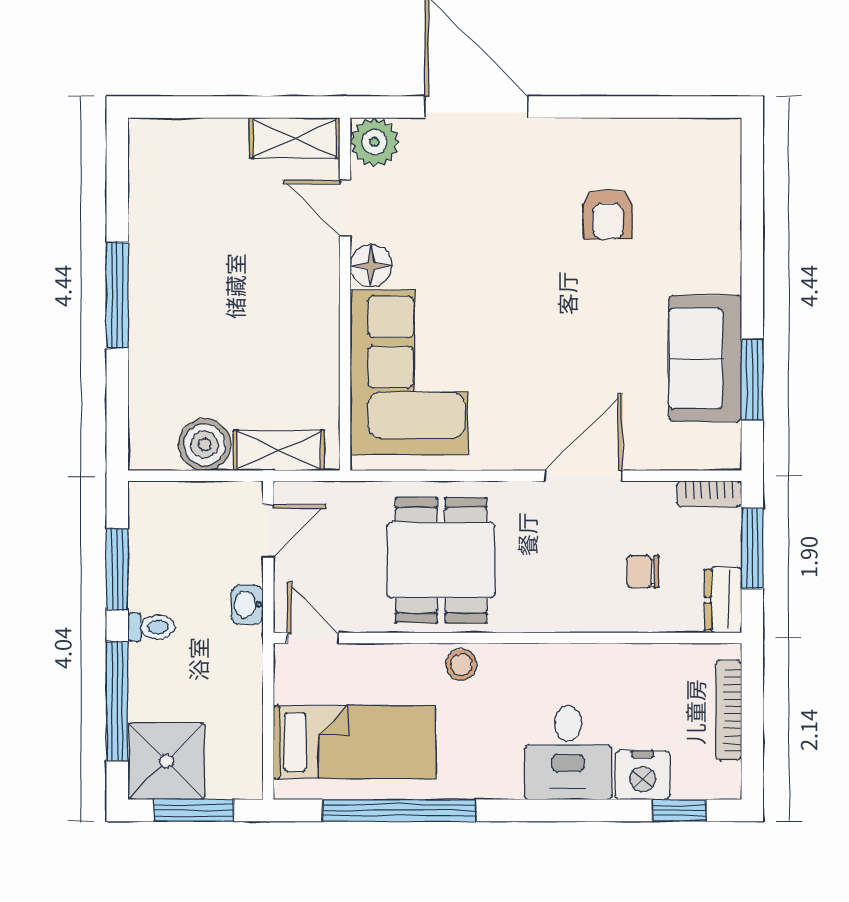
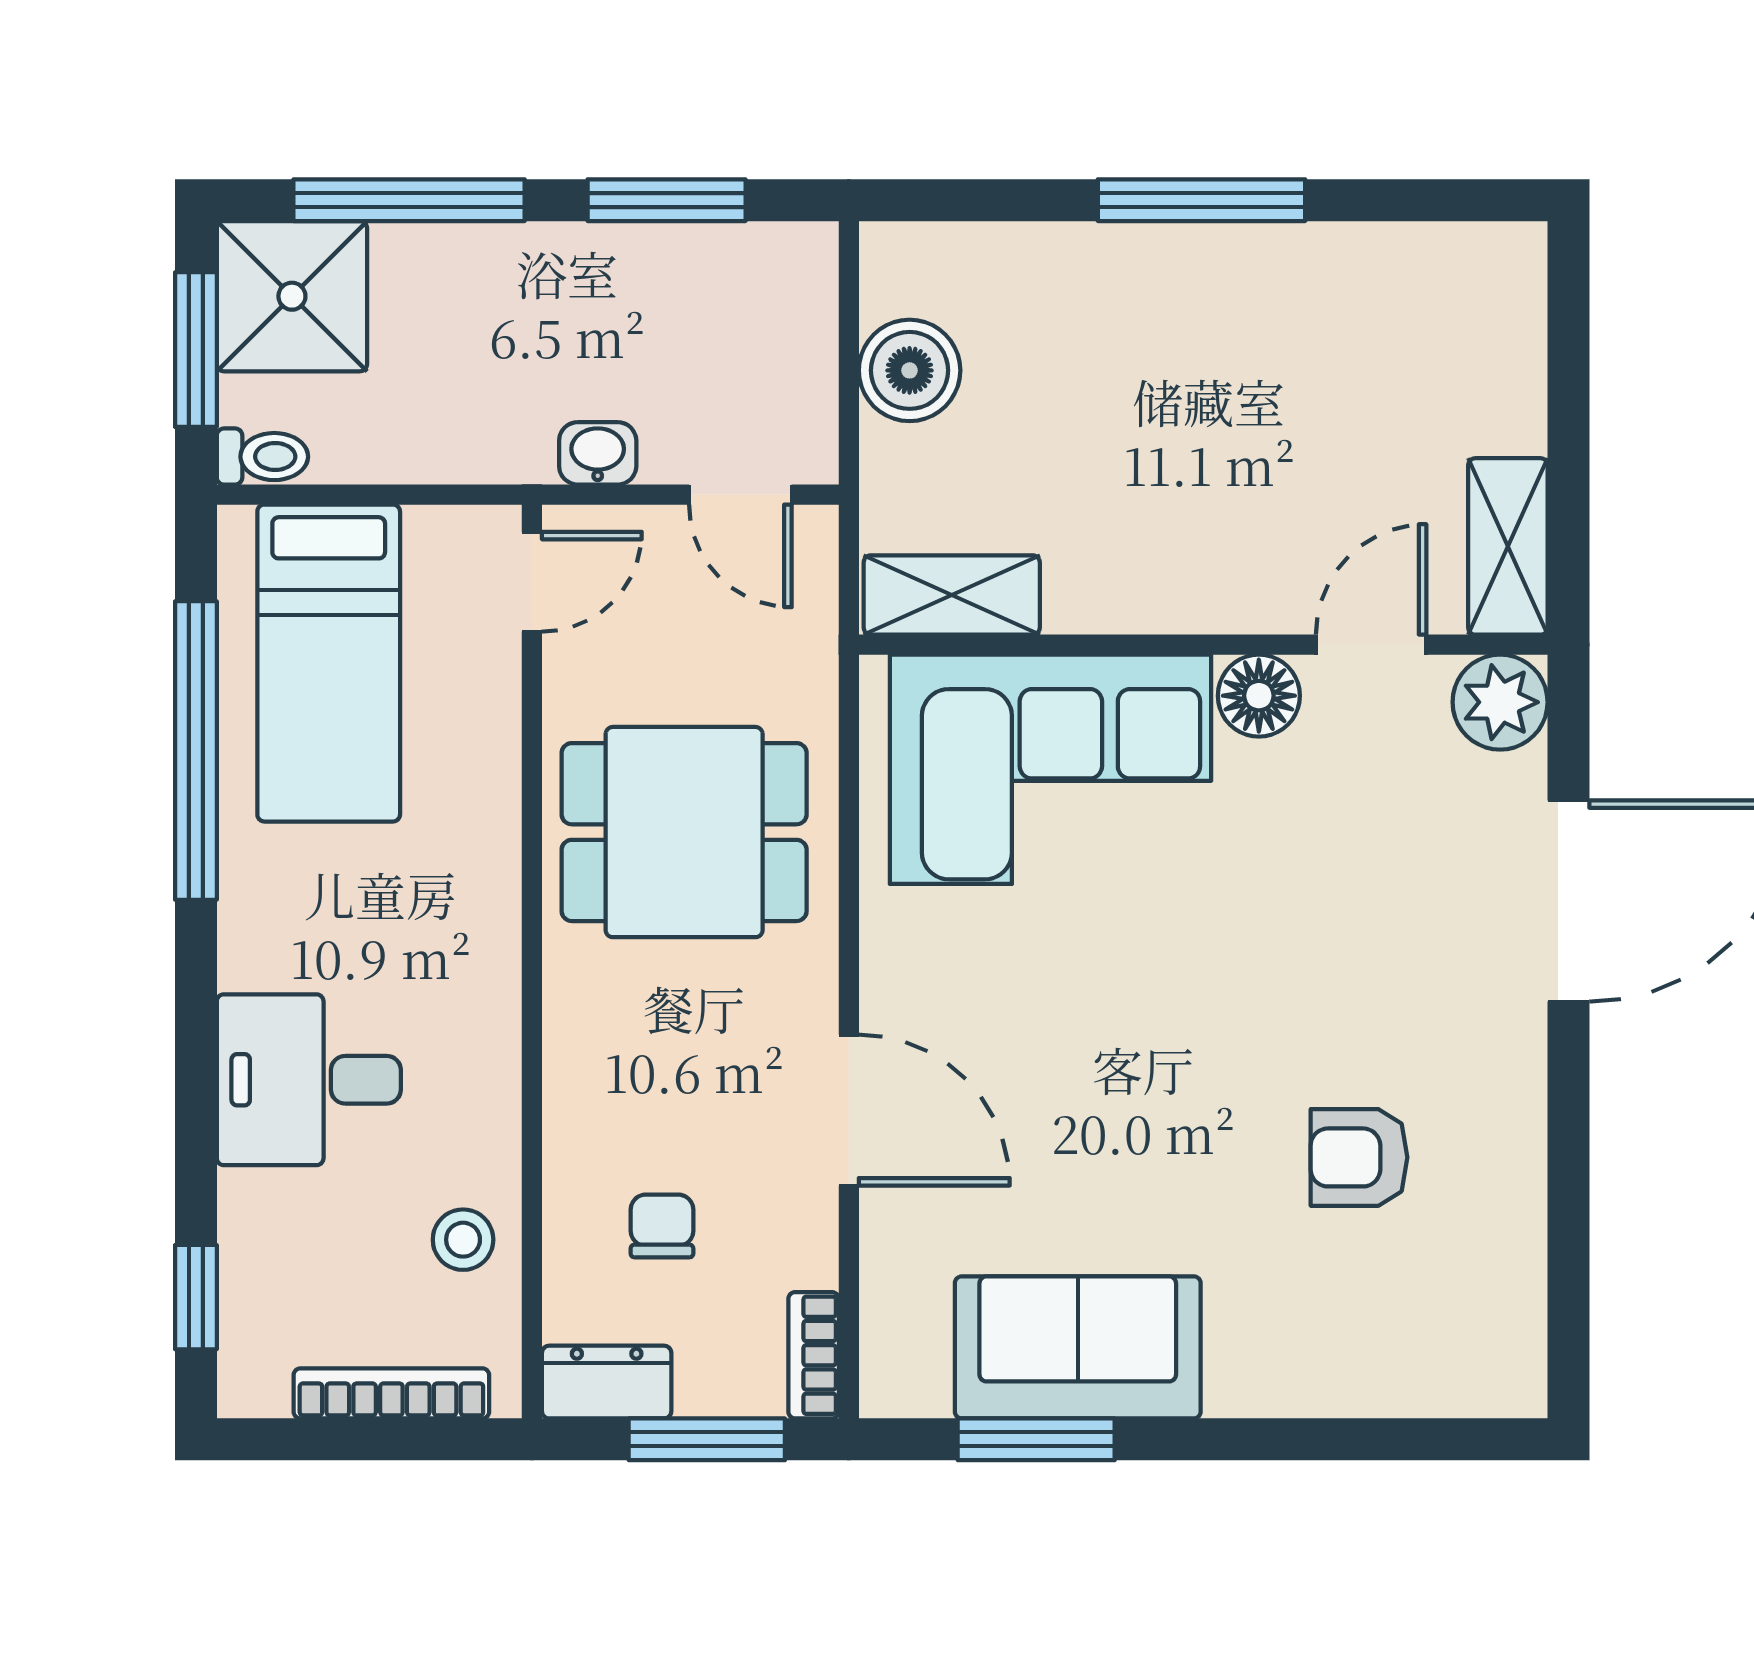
shelving: (279, 450) -> (952, 595), moved, turned 90
toilet: (151, 627) -> (262, 457), moved, turned -90
stool: (461, 665) -> (463, 1240), moved
nightstand: (642, 775) -> (264, 1225), removed

